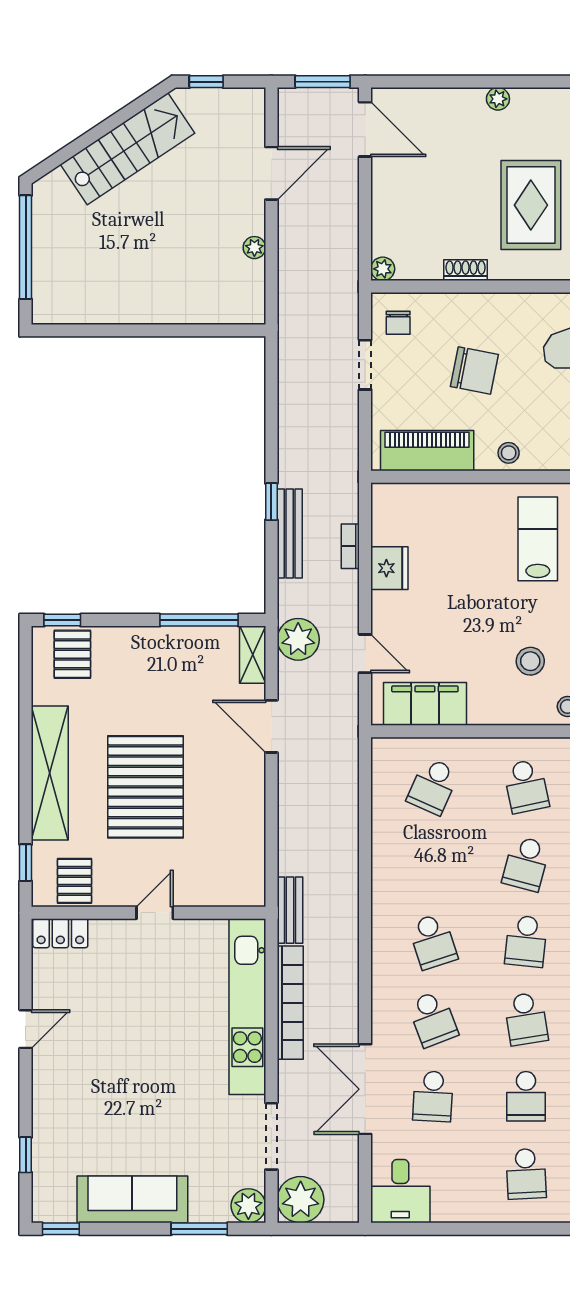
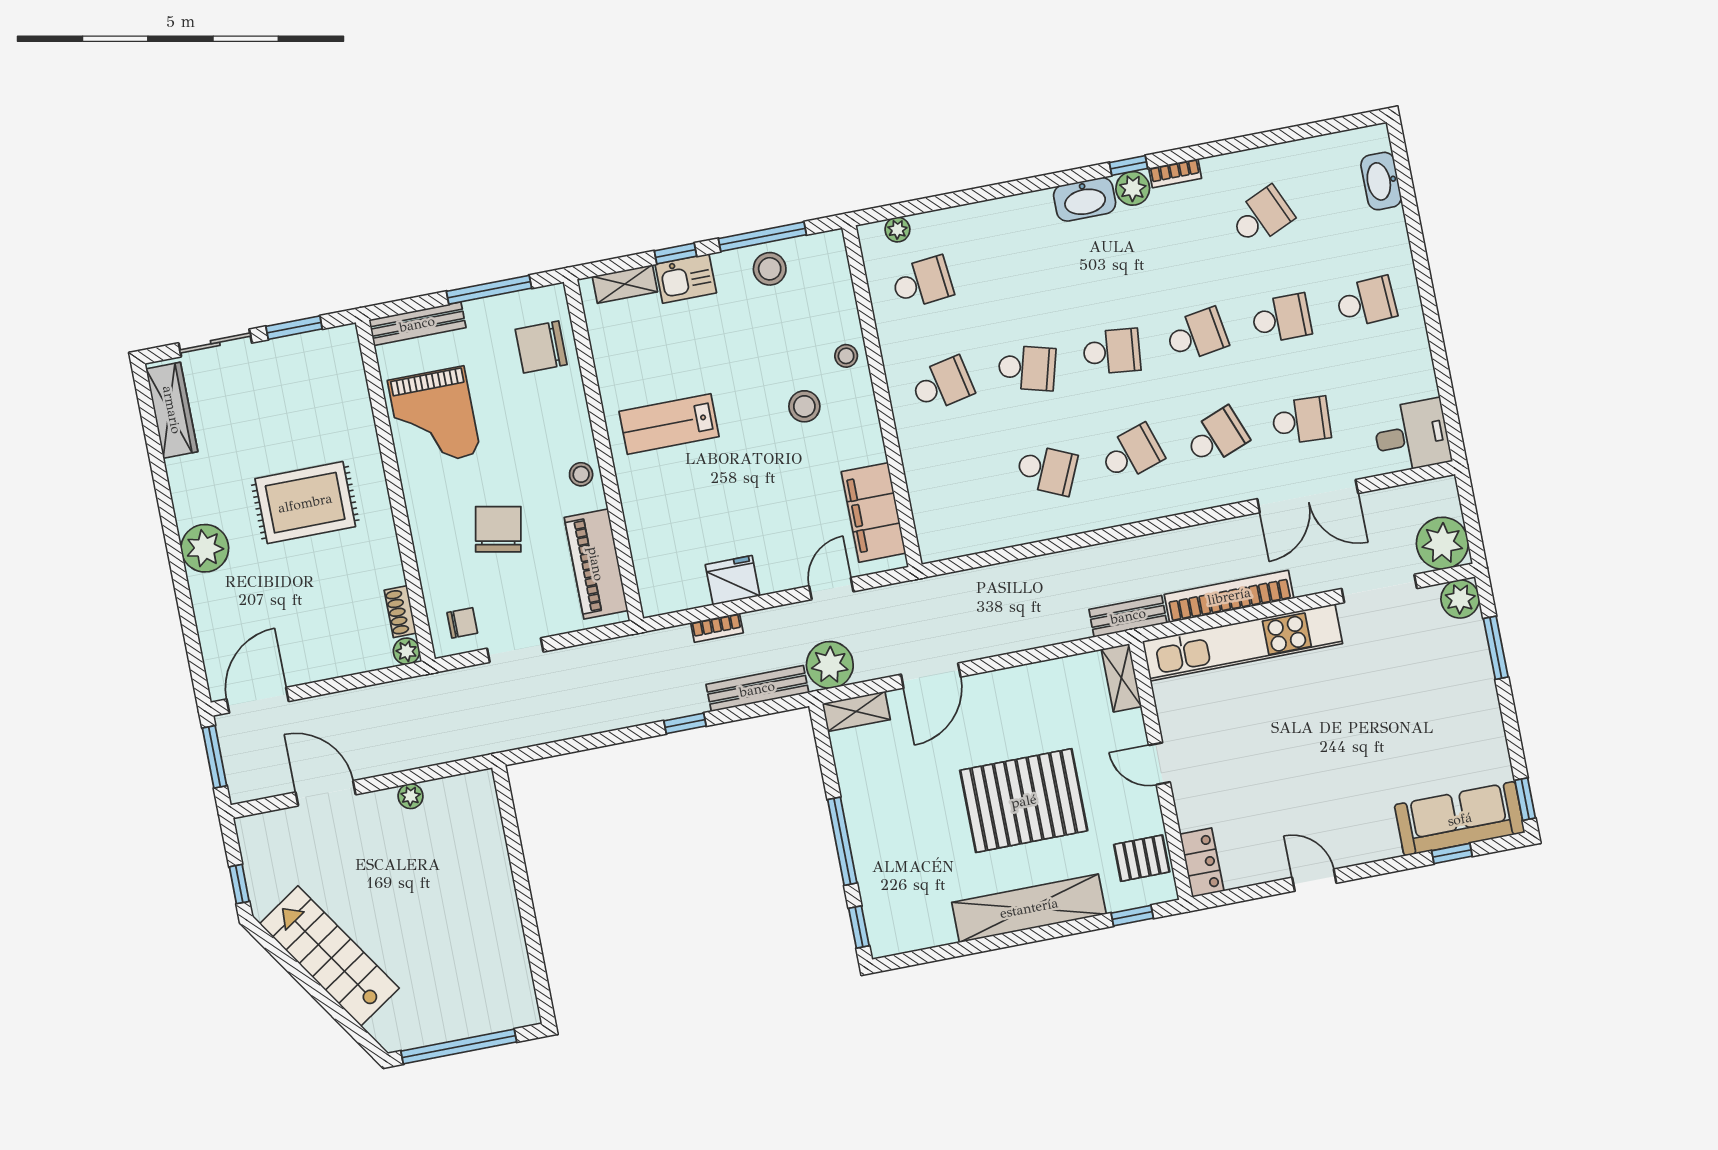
plant: (498, 99) -> (205, 548), width x1.87, depth x1.87
shoe rack: (466, 270) -> (400, 612), moved
bench: (290, 534) -> (757, 689), moved
window: (199, 620) -> (842, 841), moved
pallet: (72, 654) -> (894, 909), removed
school desk: (433, 786) -> (1047, 470), moved
shelving: (237, 894) -> (1121, 678), added
sofa: (132, 1199) -> (1460, 819), moved, turned 90

